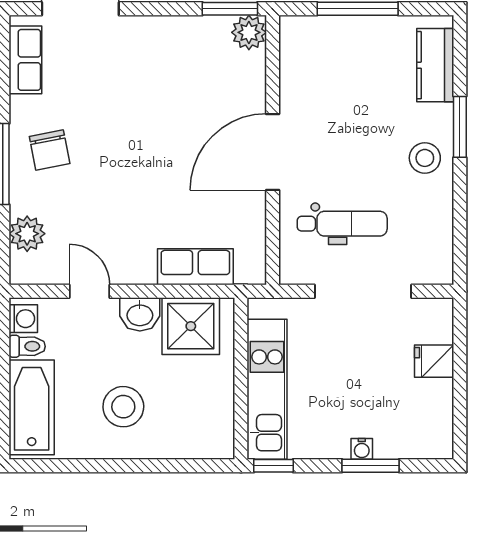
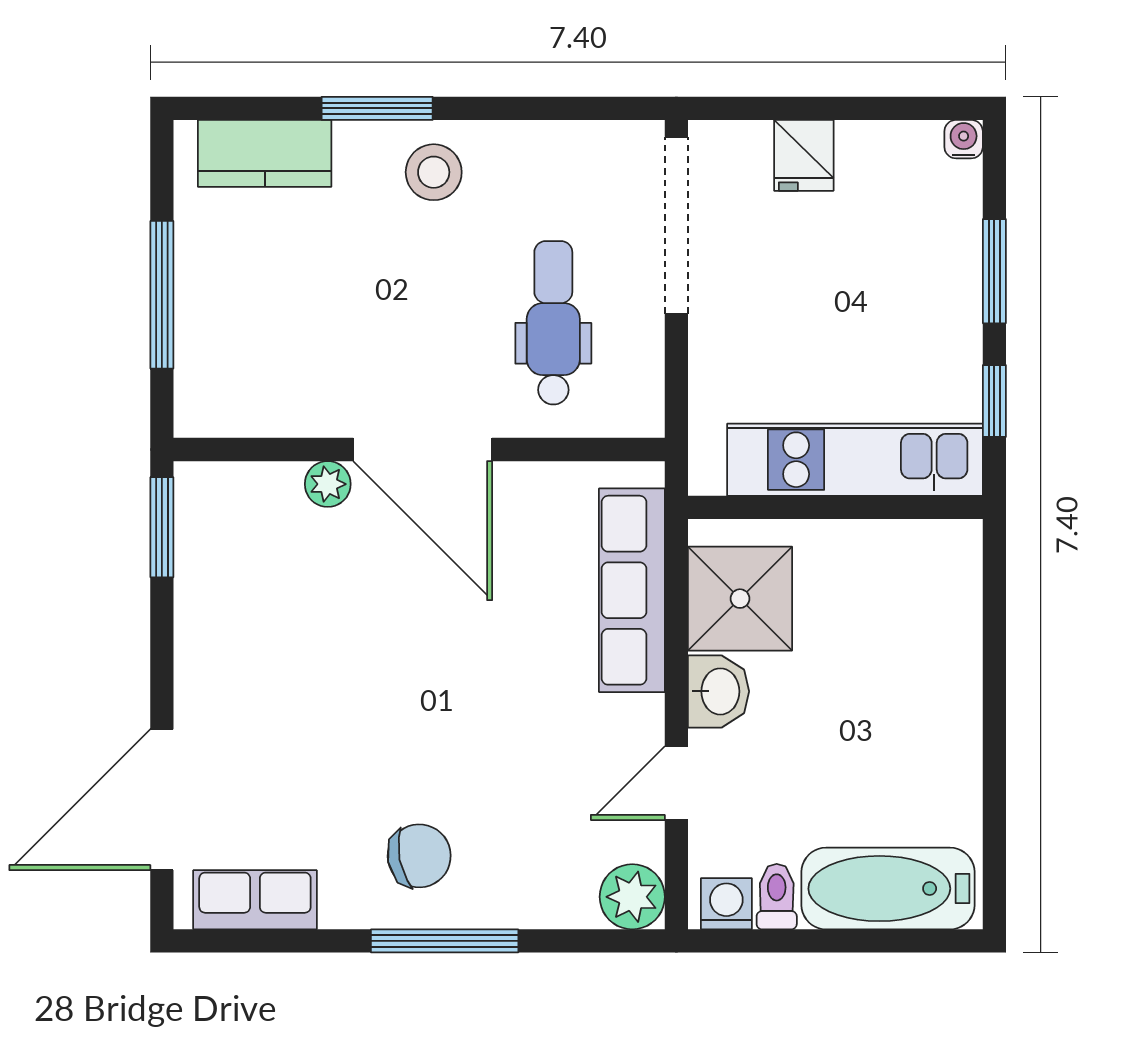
plant: (249, 32) -> (328, 484), moved, width x0.73, depth x0.73
plant: (27, 234) -> (632, 897), moved
row of seats: (195, 267) -> (632, 590), width x1.48
doorway: (363, 291) -> (676, 225), moved
stool: (123, 407) -> (887, 721), removed
water cooler: (362, 449) -> (964, 139), moved, turned -90
window: (274, 466) -> (994, 401), moved

